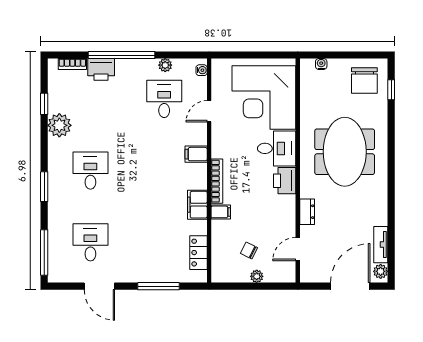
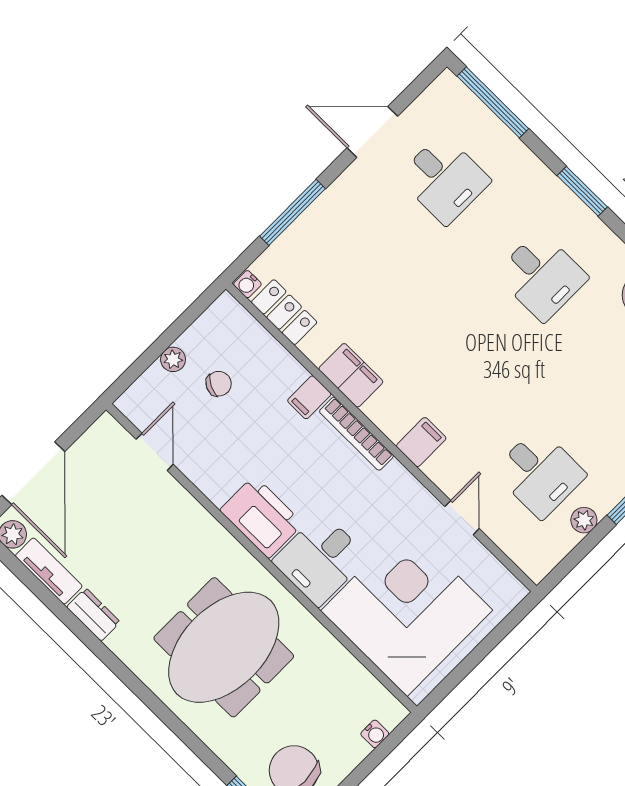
water cooler: (202, 70) -> (247, 284), moved
meeting table: (345, 152) -> (224, 647), turned 90
printer: (285, 181) -> (261, 517), width x1.37, depth x1.19
dresser: (307, 212) -> (93, 615), moved, turned 180

